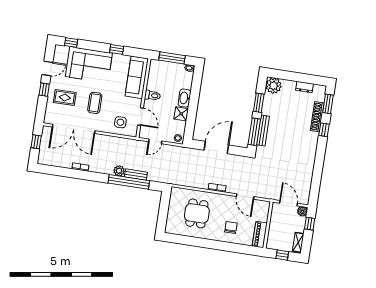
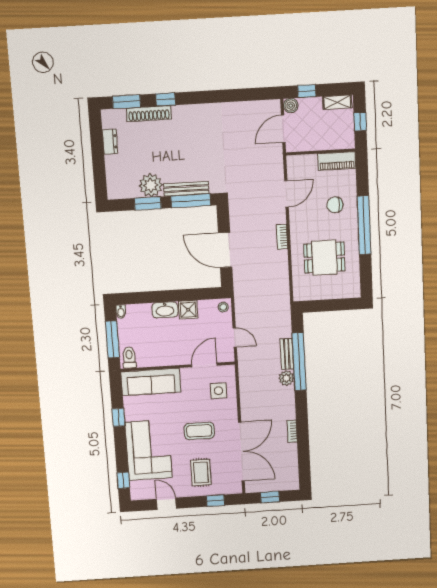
plant: (274, 86) -> (151, 185), moved
window: (44, 90) -> (215, 501), moved
toilet: (153, 95) -> (129, 357), moved
window: (213, 244) -> (364, 225), added

